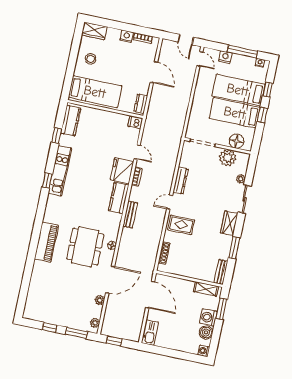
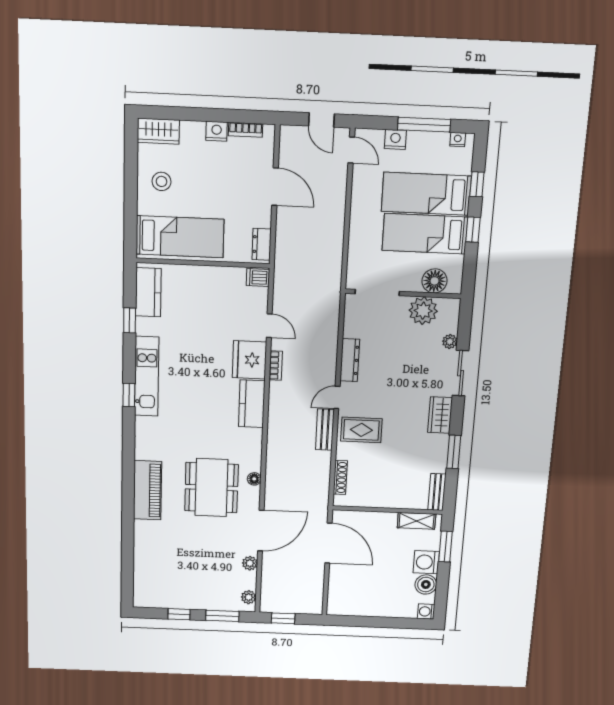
bench: (130, 215) -> (325, 430), moved
kitchen sink: (150, 333) -> (337, 598), removed

